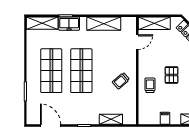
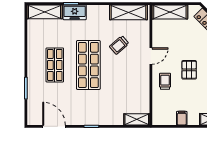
shelving: (104, 24) -> (129, 12), moved
door: (137, 42) -> (151, 56), moved
shop shelf: (51, 71) -> (55, 65), width x0.70, depth x0.74
trolley: (121, 81) -> (119, 45), moved
shelving: (111, 119) -> (137, 119), moved

